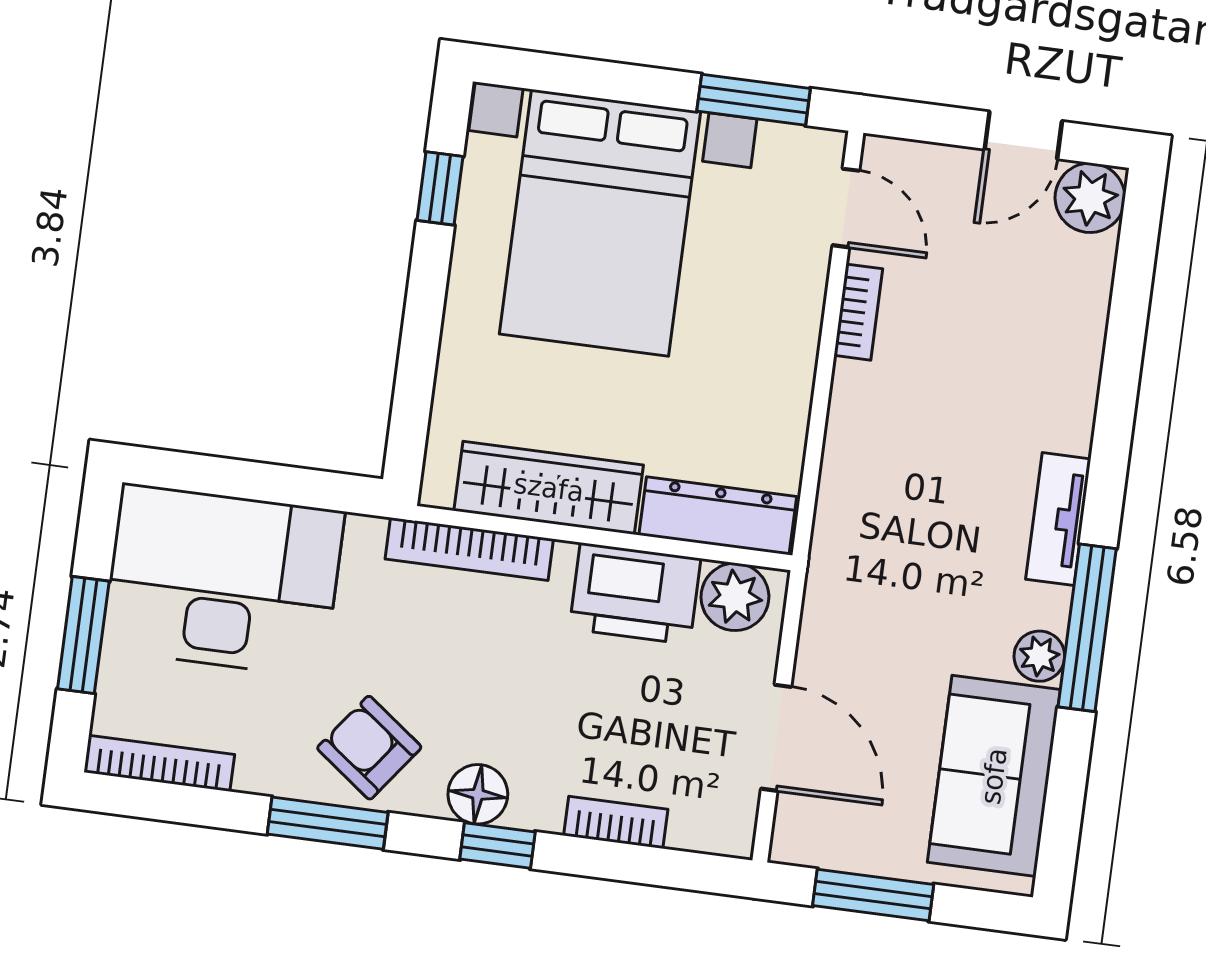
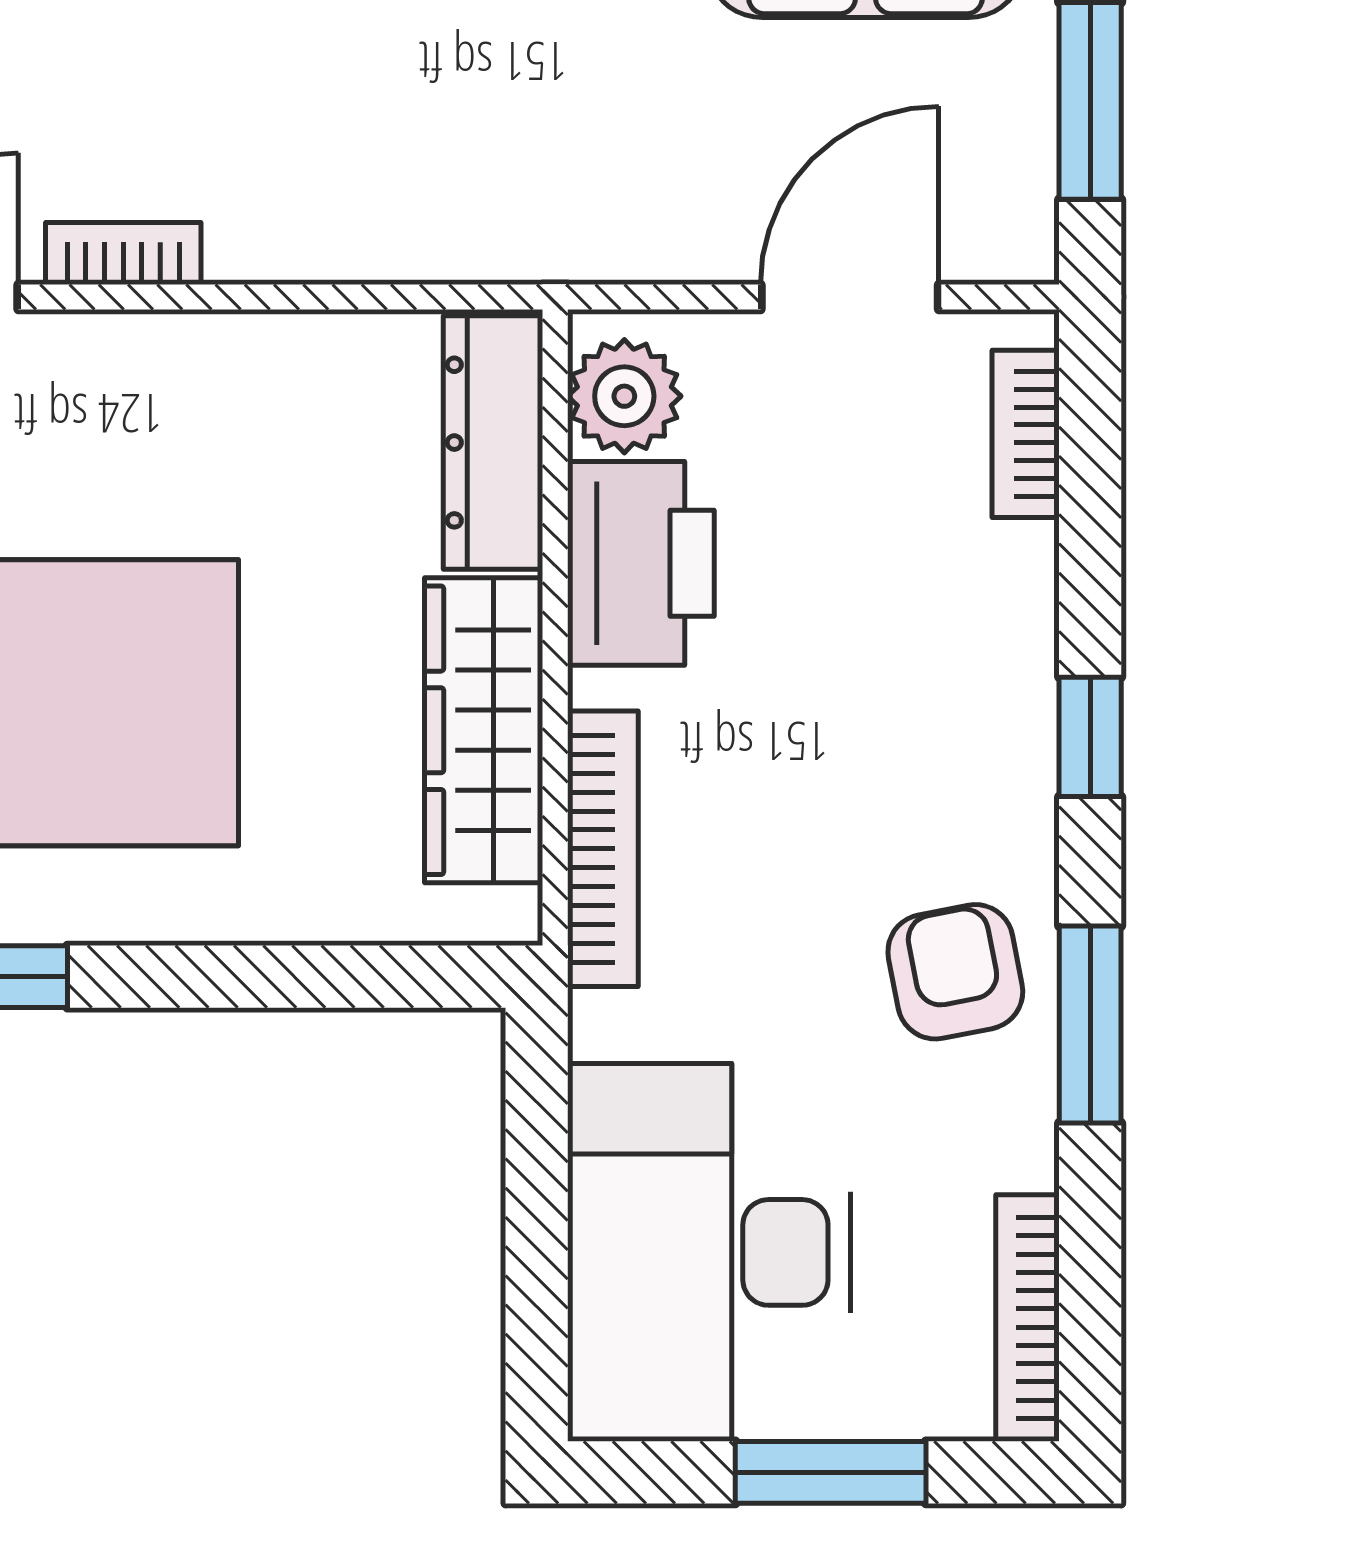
armchair: (369, 748) -> (955, 972), turned 132
floor lamp: (478, 794) -> (1009, 781), removed
bookcase: (616, 822) -> (1026, 434), moved

